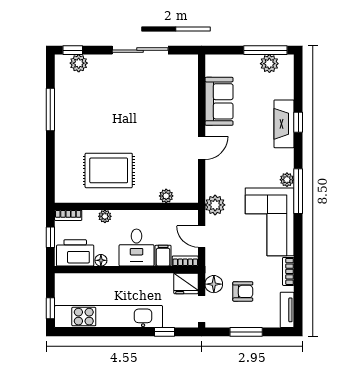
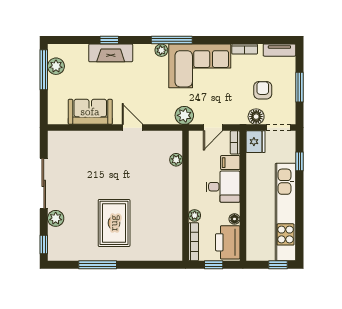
plant: (79, 63) -> (56, 218), moved
rug: (109, 170) -> (114, 223), moved
bookcase: (68, 215) -> (194, 242), width x1.56

